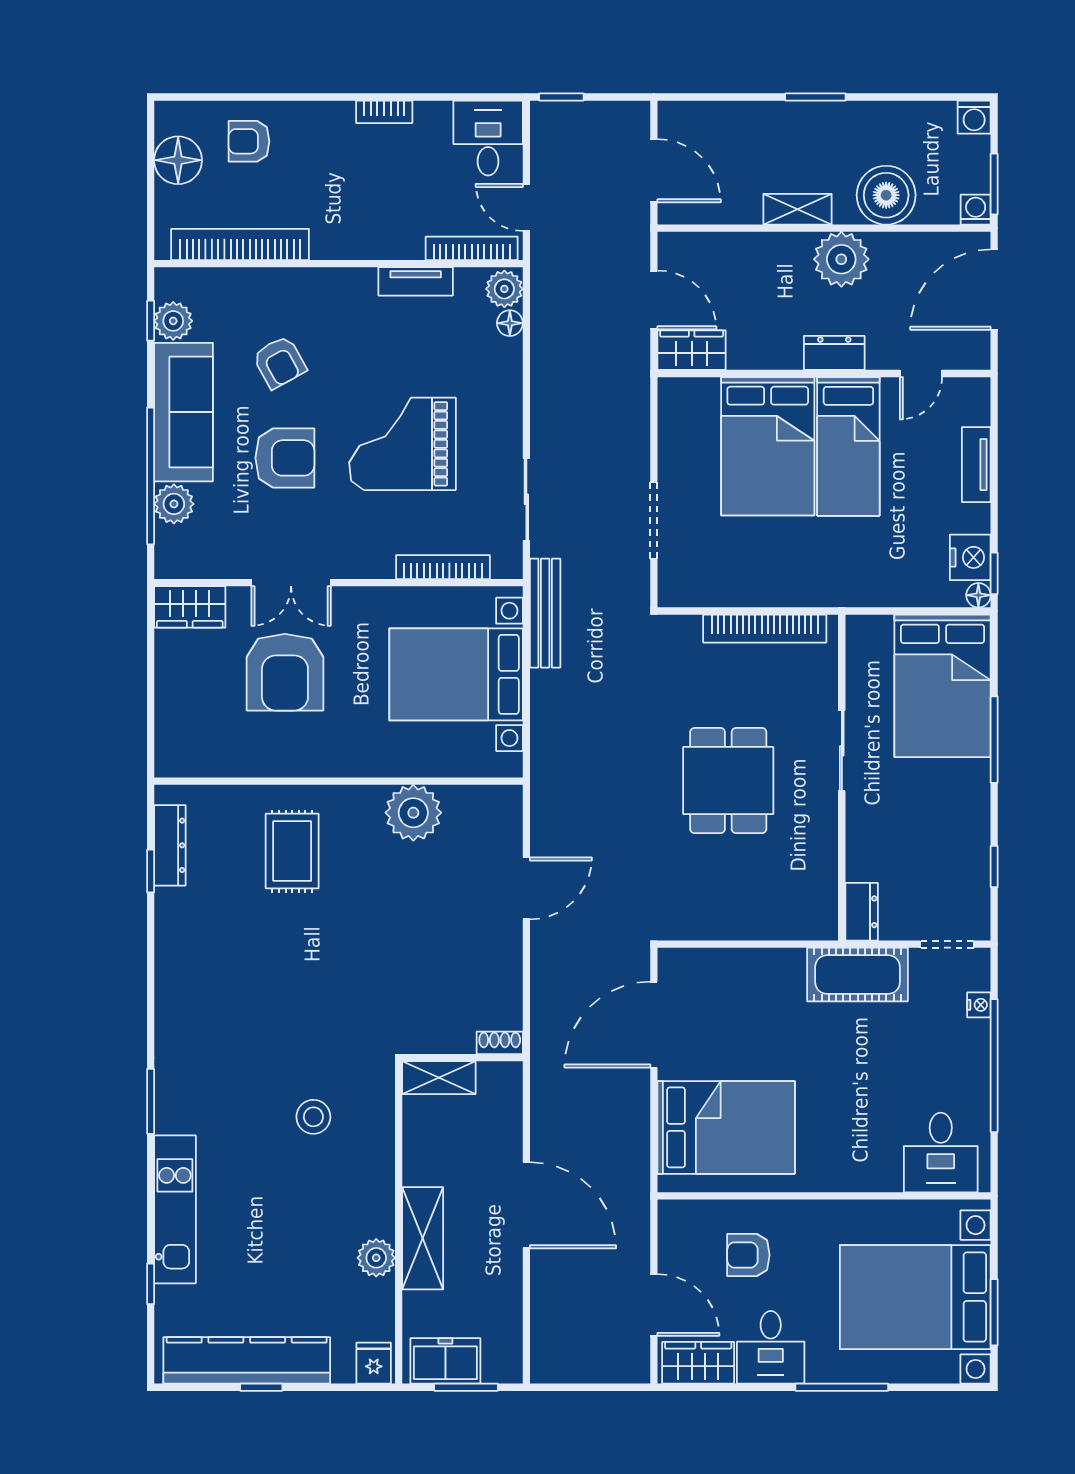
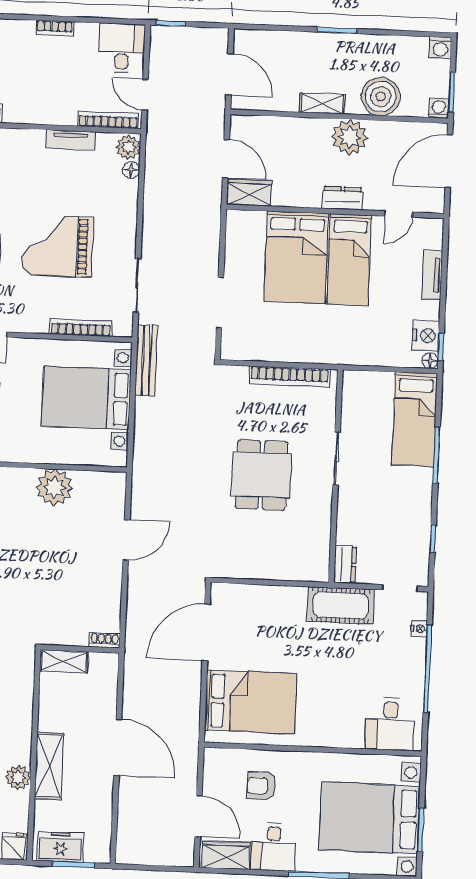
bed: (943, 686) -> (415, 419), width x0.67

